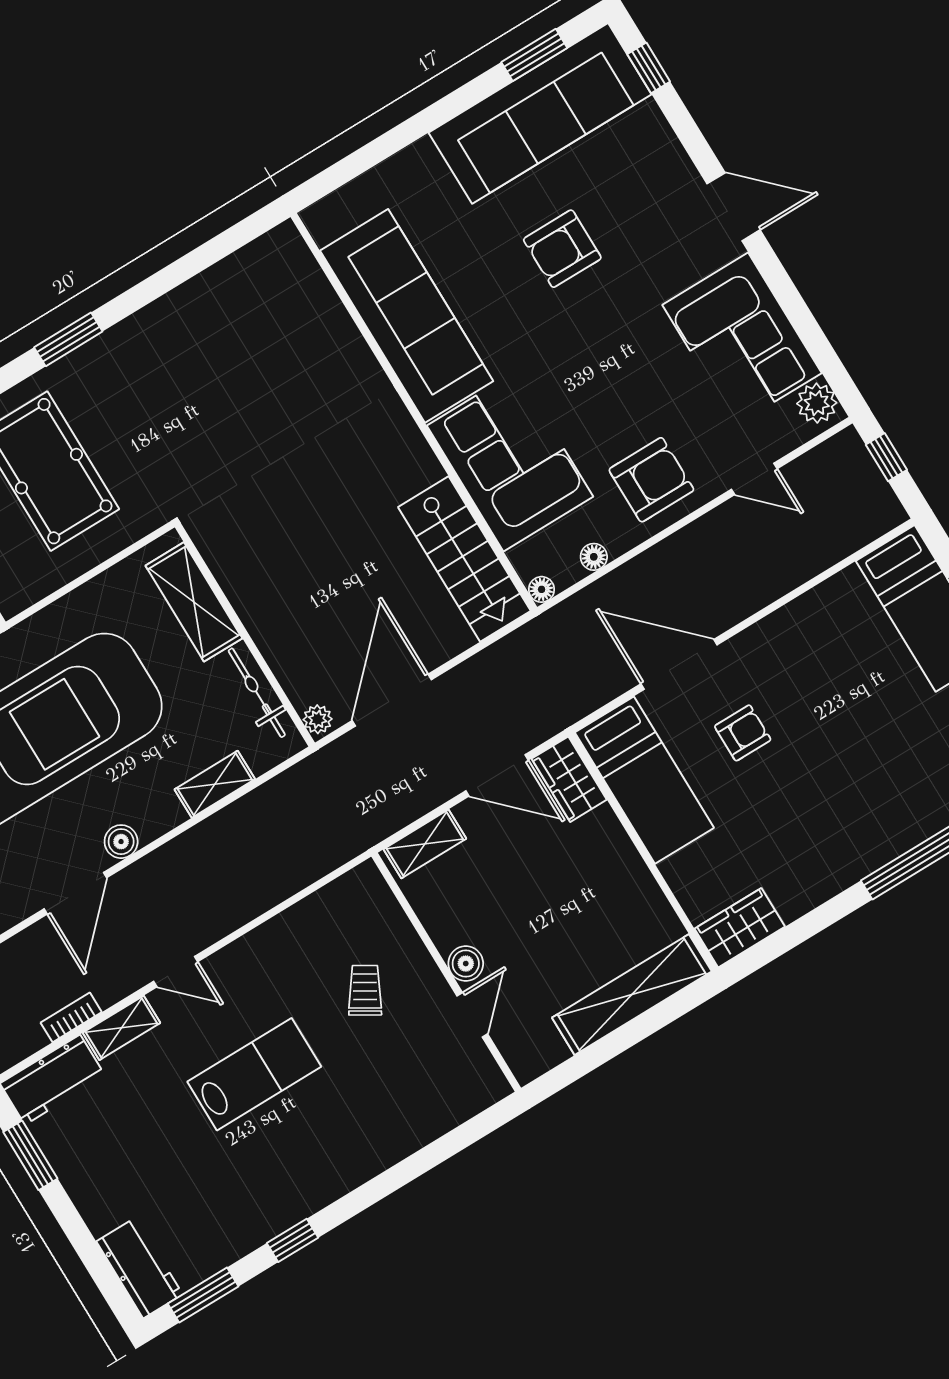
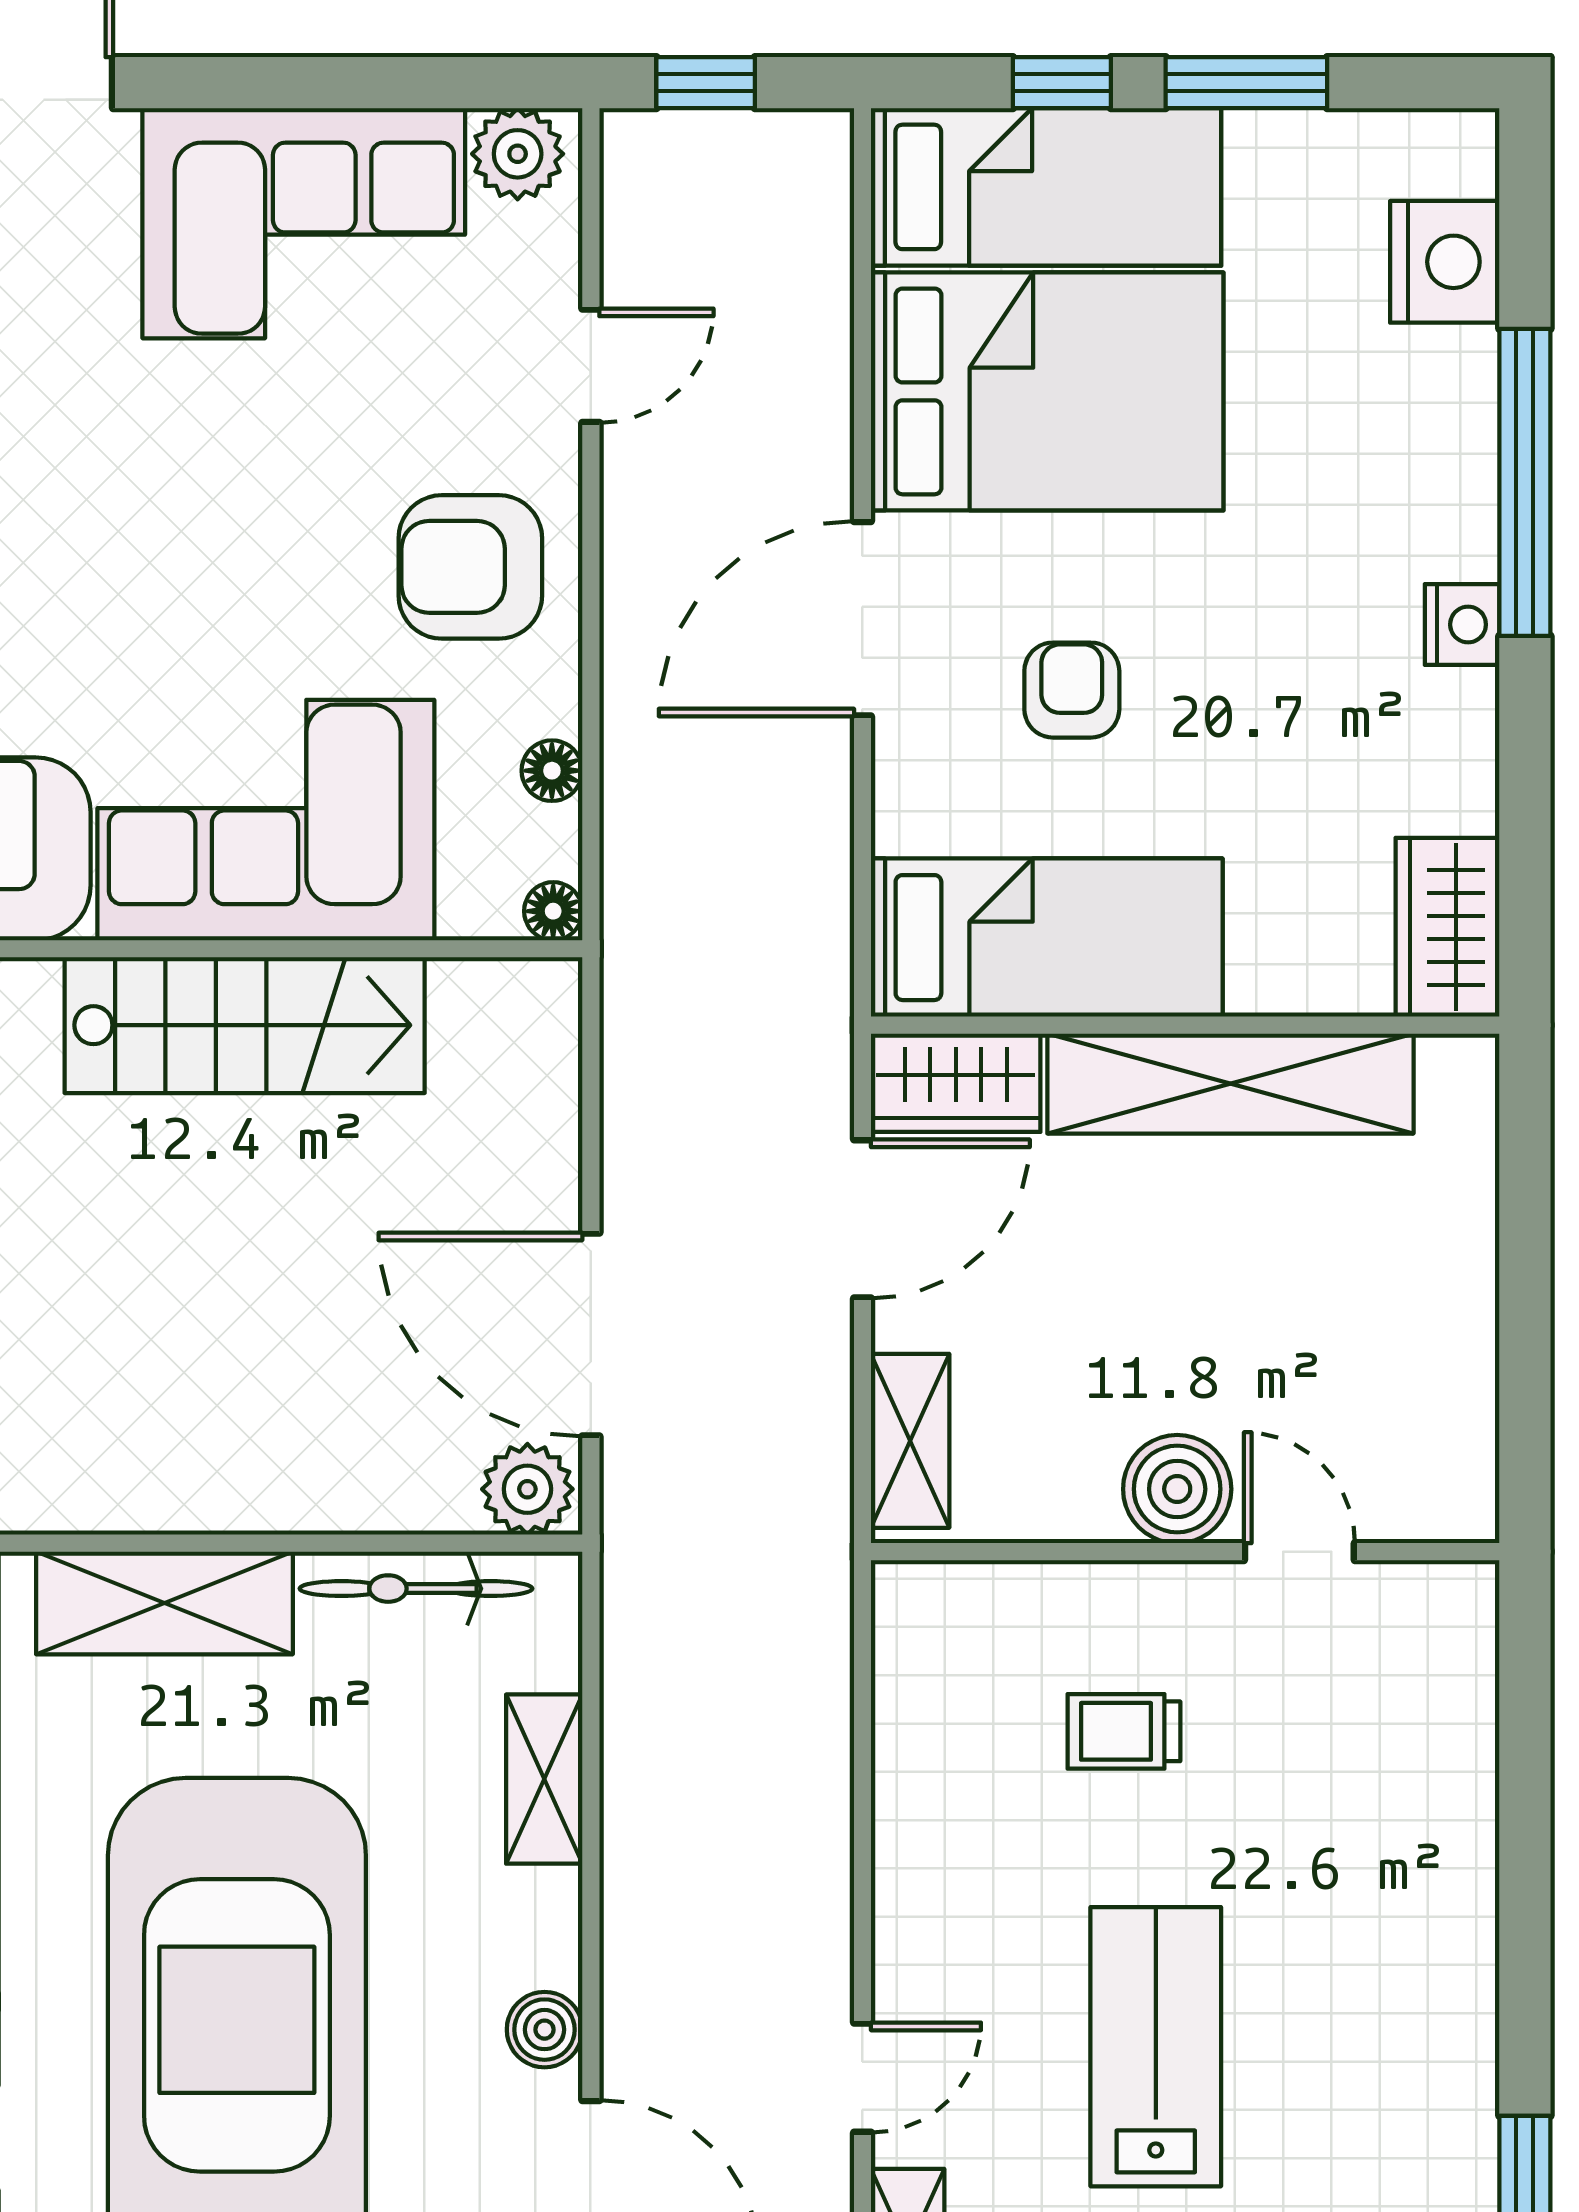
armchair: (651, 480) -> (470, 567), turned -90
stairs: (464, 559) -> (245, 1025), moved
bed: (849, 656) -> (1047, 391), added
door: (679, 664) -> (862, 619), moved
plant: (318, 719) -> (527, 1489), width x1.38, depth x1.38
nightstand: (856, 864) -> (1462, 625), added
boiler: (466, 964) -> (1177, 1489), width x1.36, depth x1.36
trolley: (365, 990) -> (1124, 1731), turned -31
shelving: (632, 995) -> (1230, 1084), moved, turned 90

